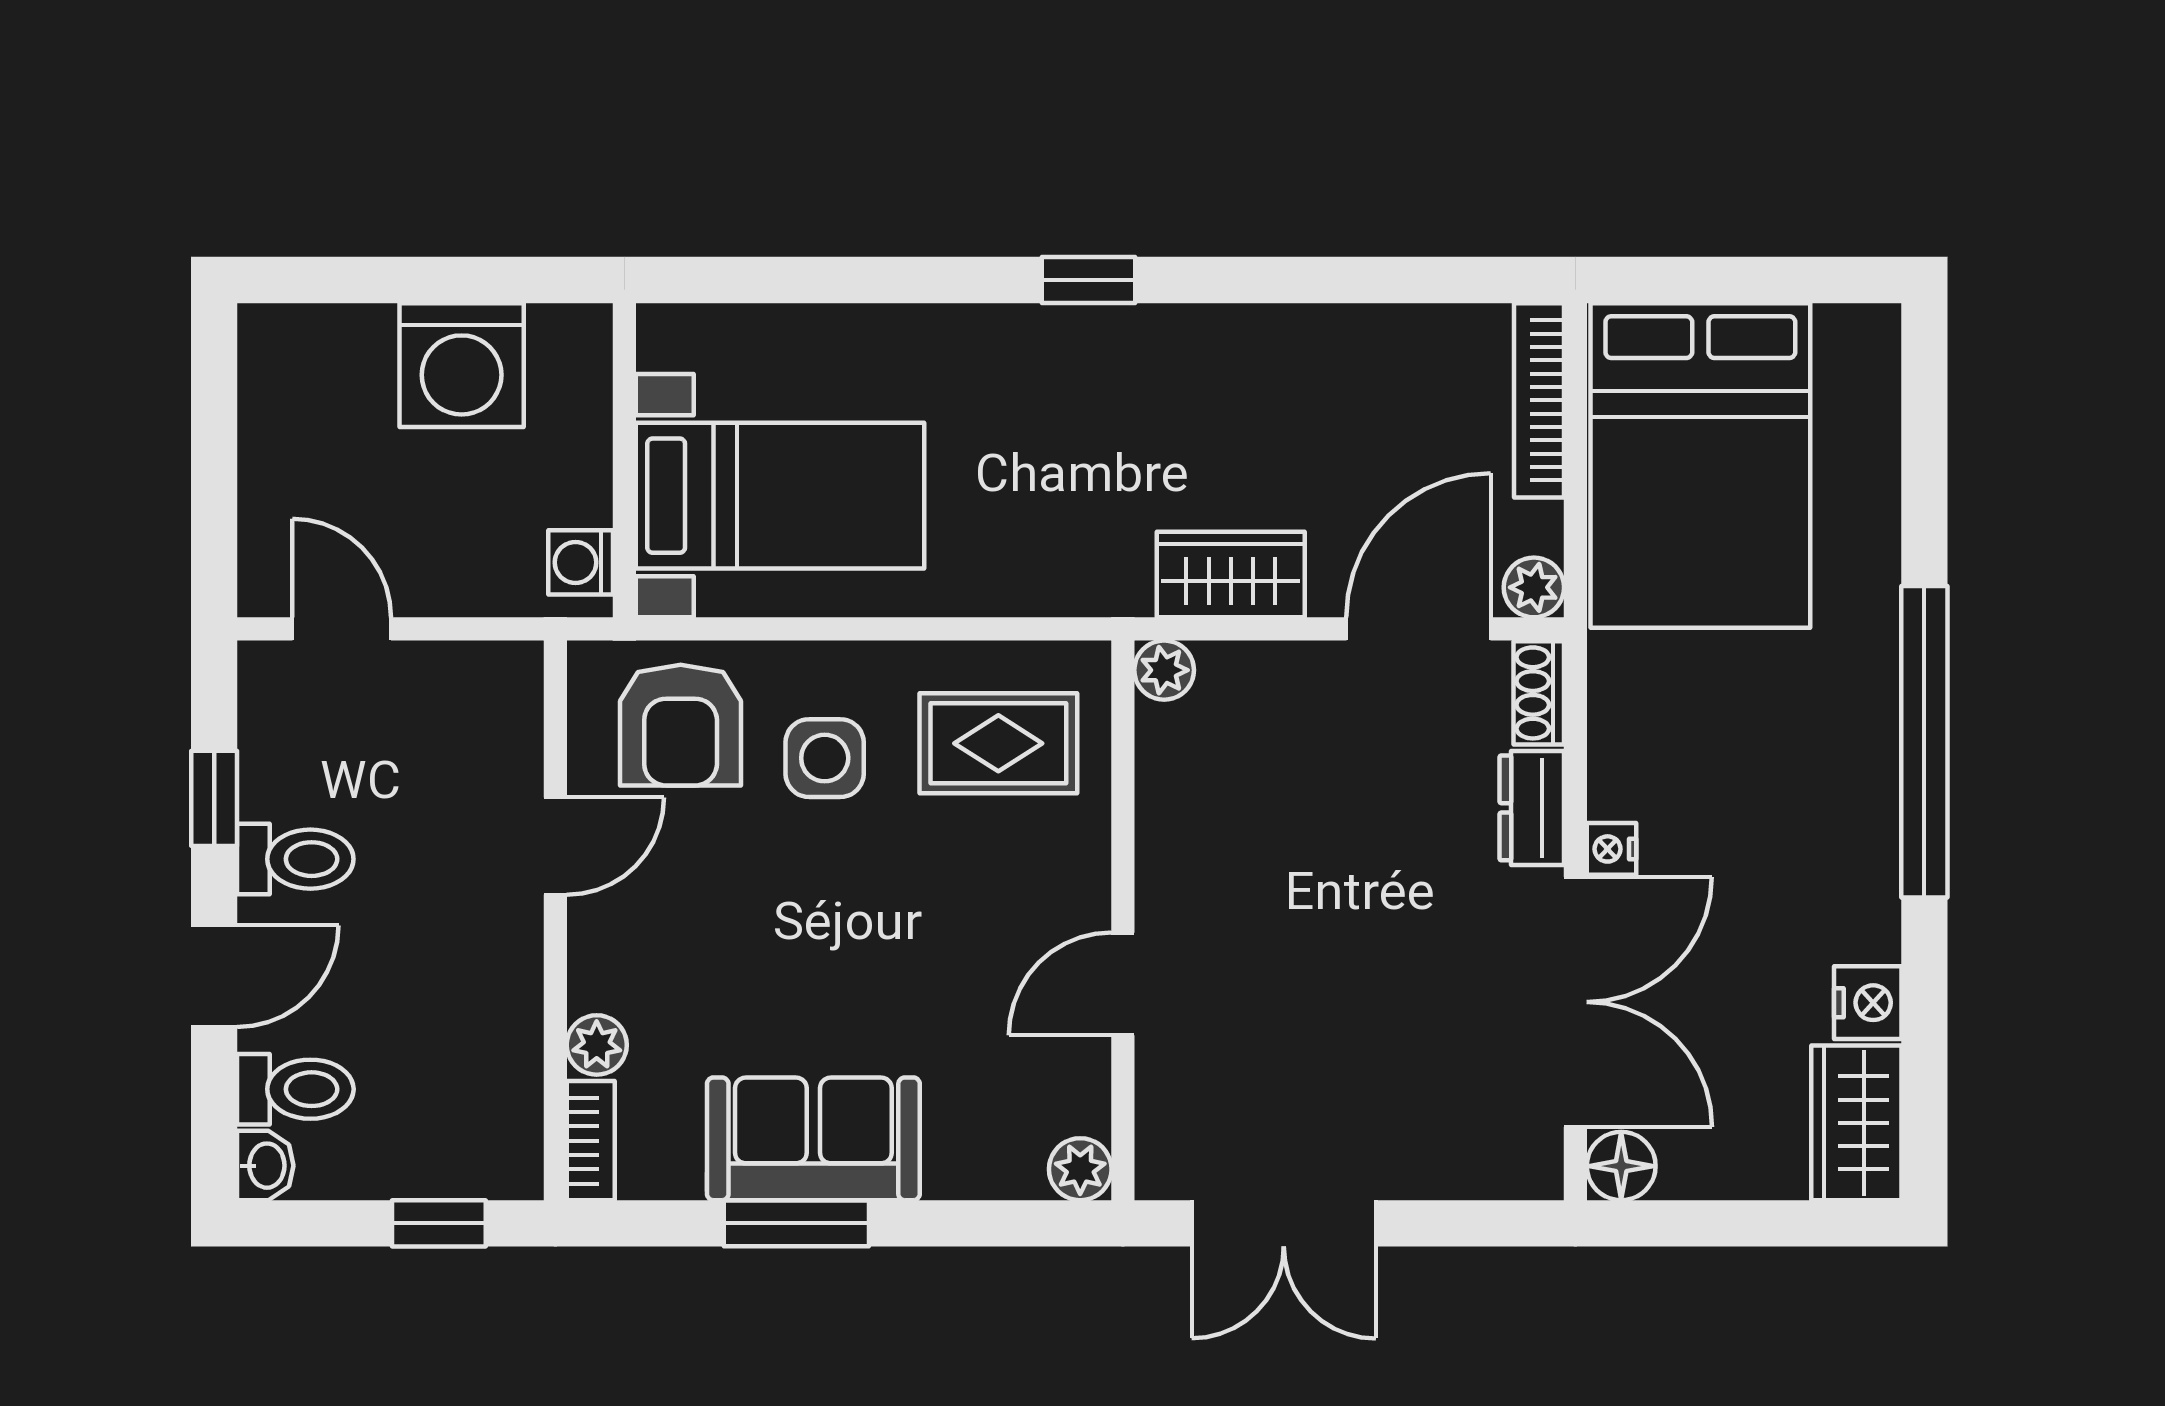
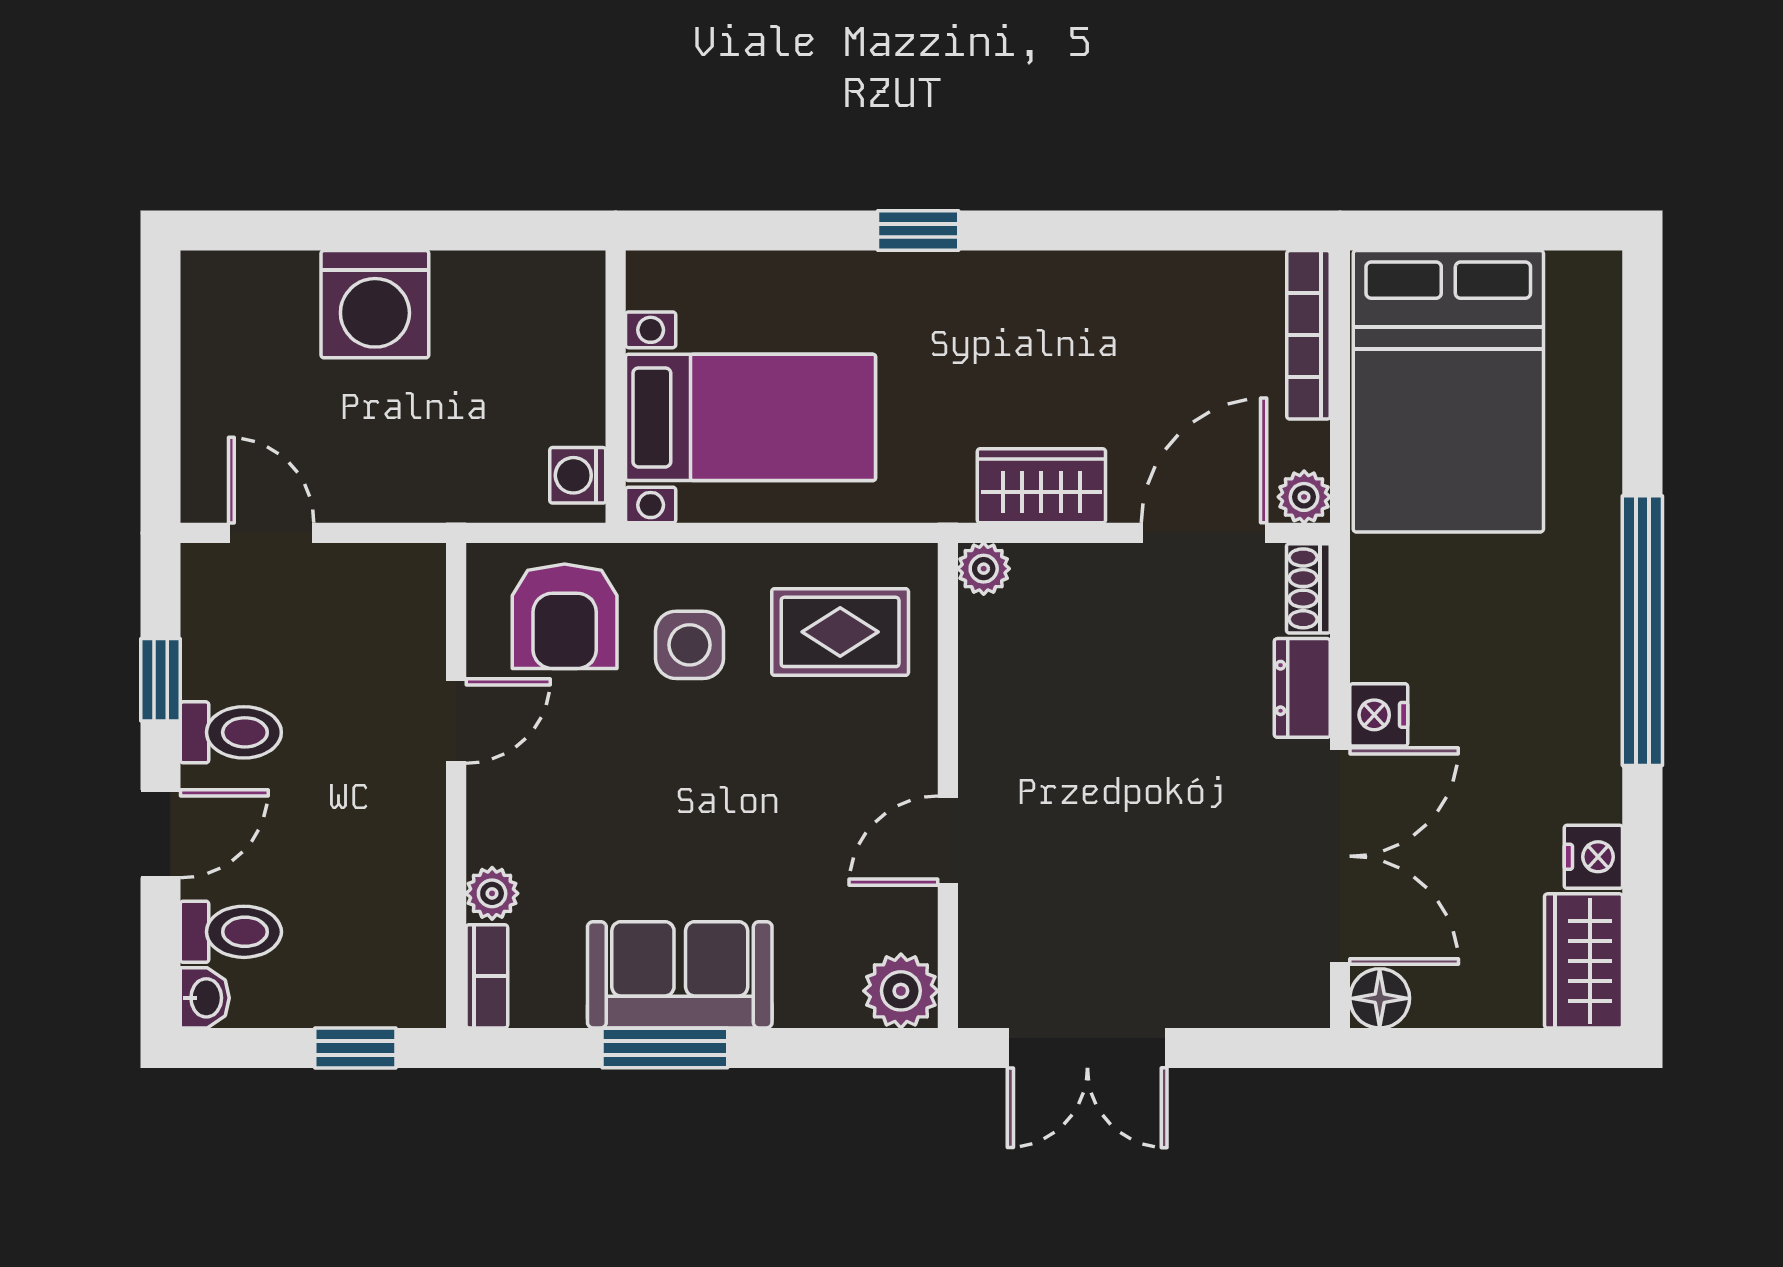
wall: (624, 460) -> (616, 387), moved
bed with nightstands: (780, 496) -> (751, 417), moved
washing machine: (581, 562) -> (578, 475), moved
nightstand: (1611, 849) -> (1379, 715), width x1.39, depth x1.35
plant: (1080, 1169) -> (901, 991), width x1.38, depth x1.38

